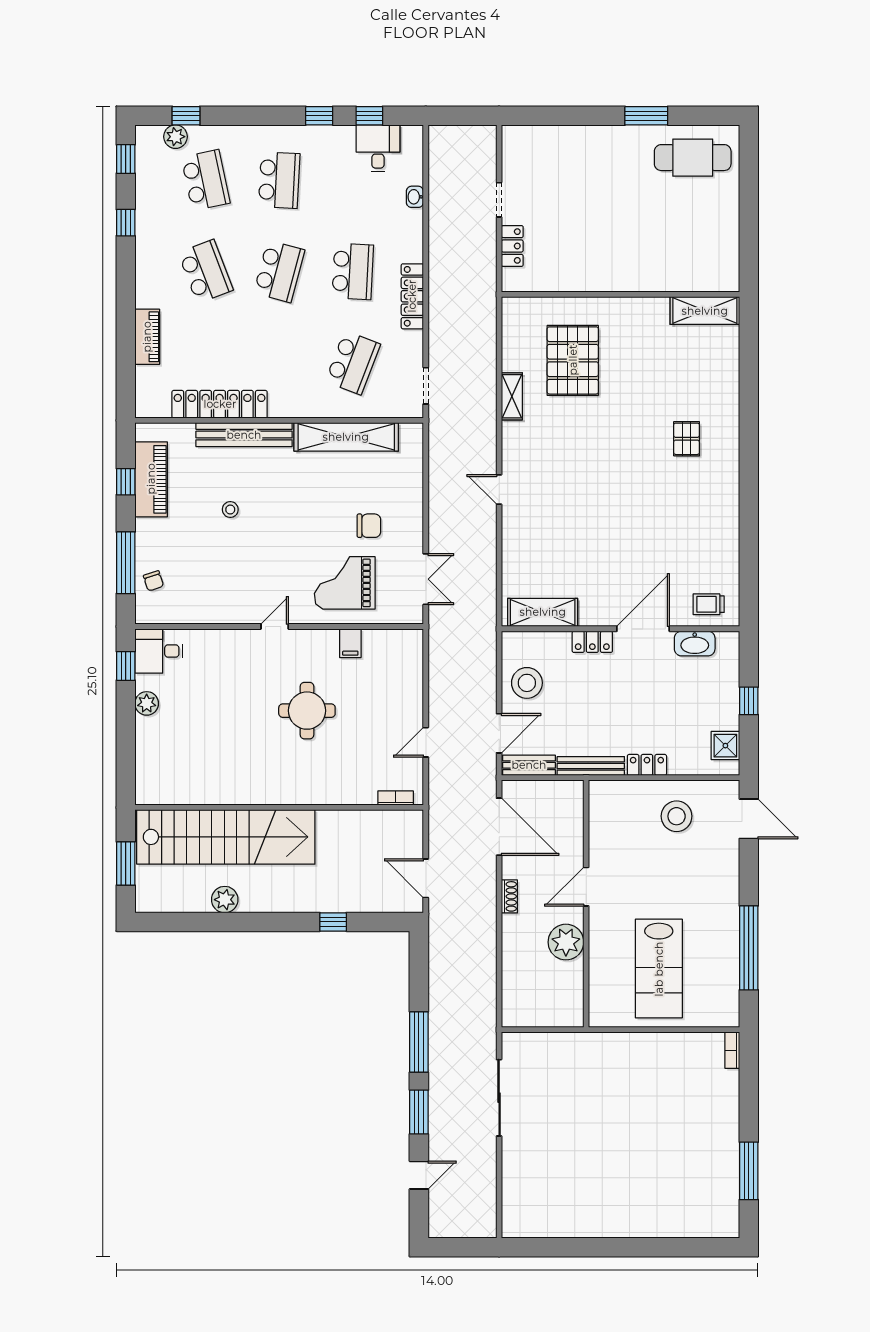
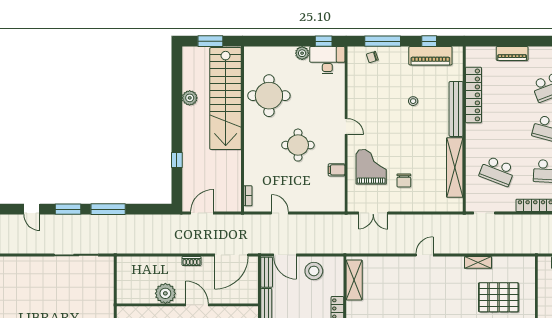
desk: (159, 651) -> (327, 60), width x1.37
round table: (221, 761) -> (269, 96), added

